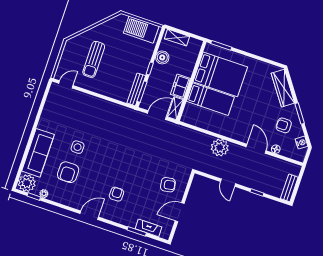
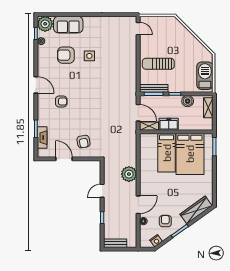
sun lounger: (94, 59) -> (158, 64), moved
sofa: (38, 153) -> (68, 25), width x0.73

